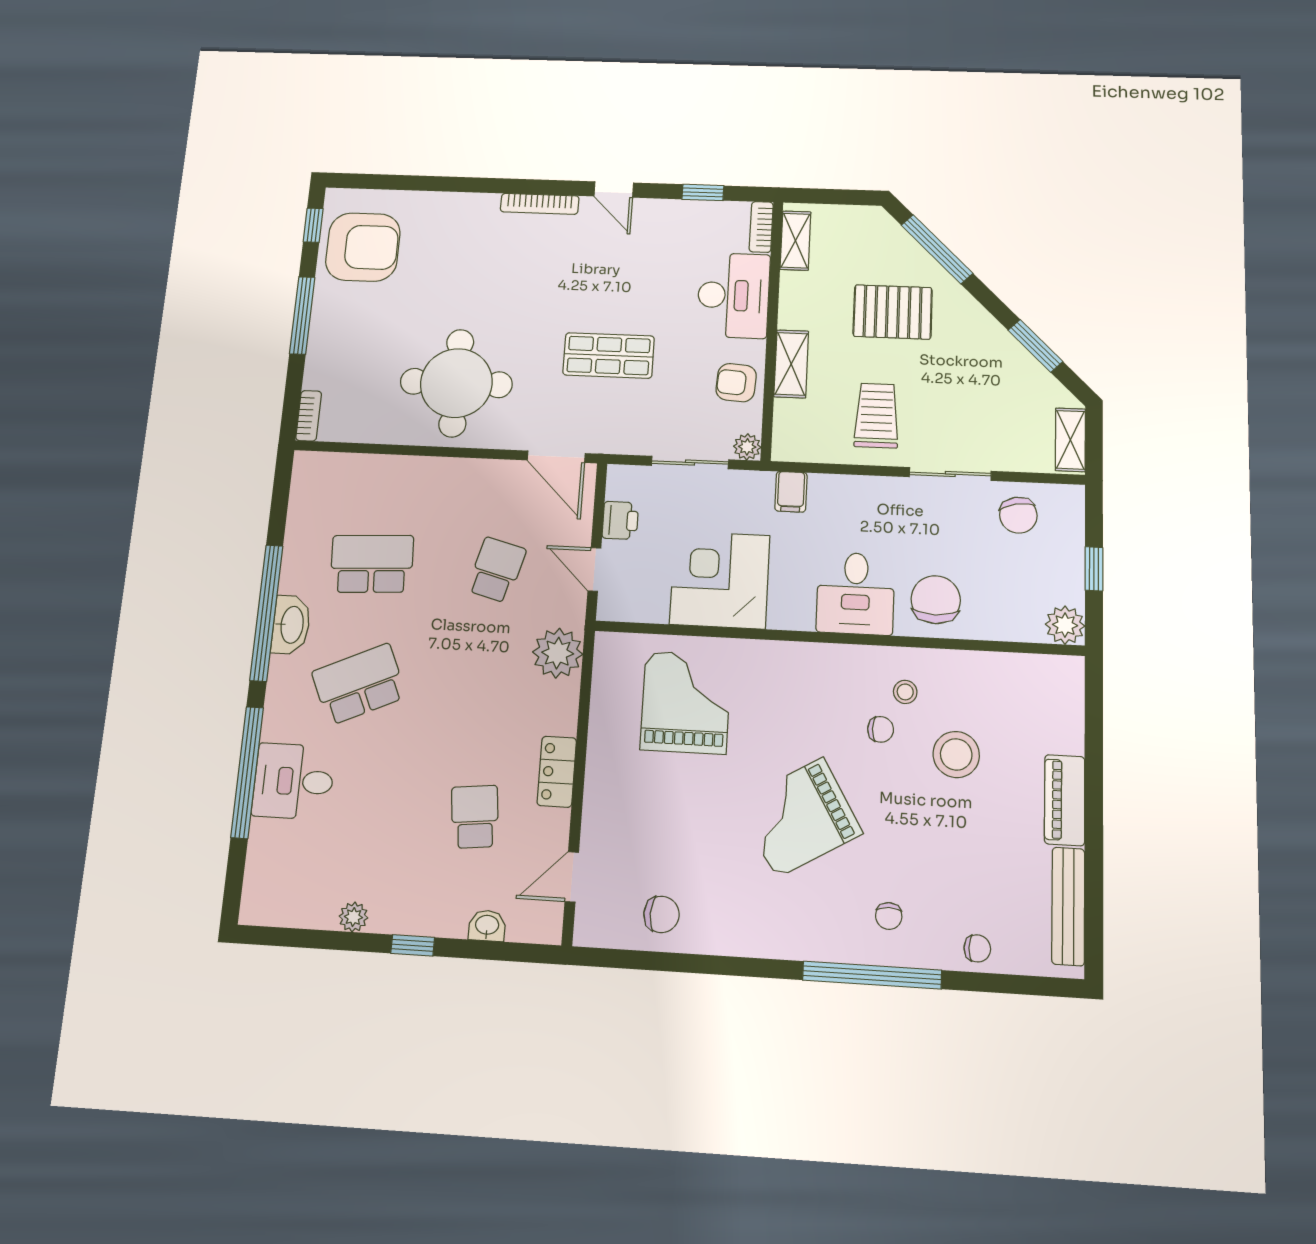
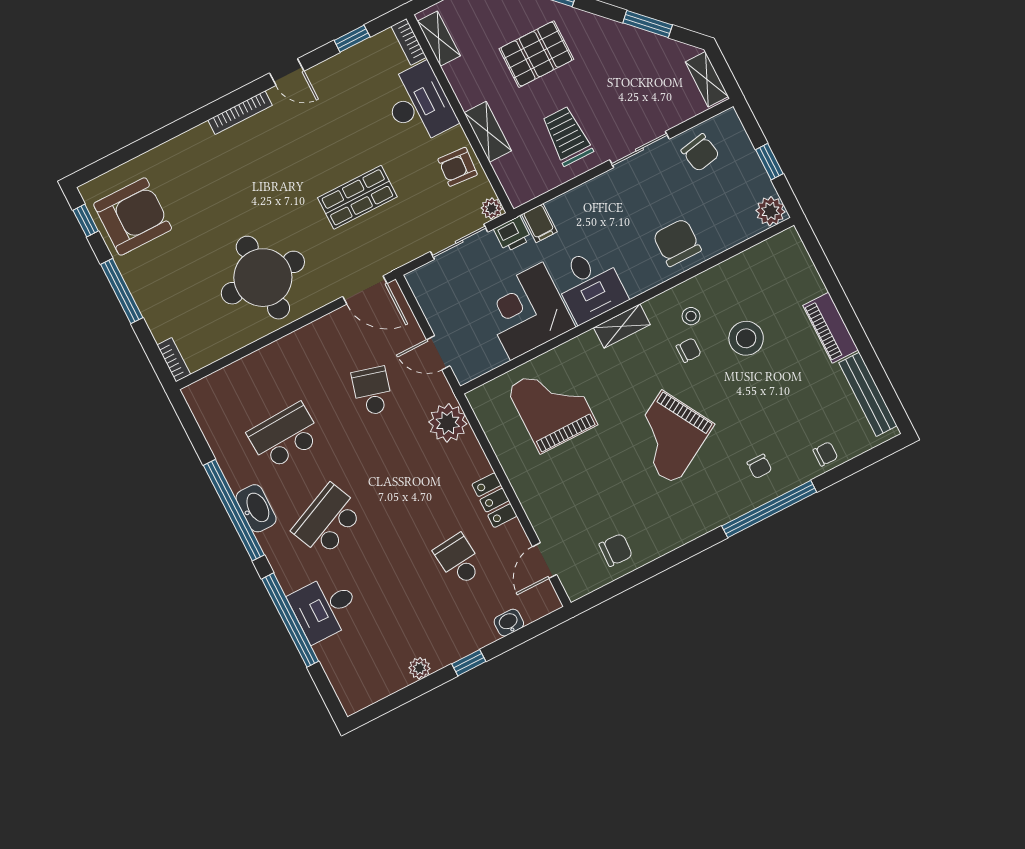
printer: (620, 520) -> (513, 234), moved, turned 90
desk: (856, 593) -> (590, 285), moved
shelving: (818, 658) -> (622, 326), added

